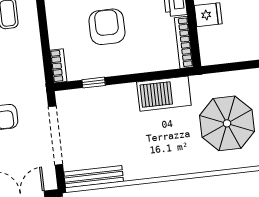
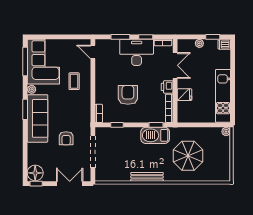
window: (163, 75) -> (156, 125), added
bench: (94, 177) -> (147, 177), moved

